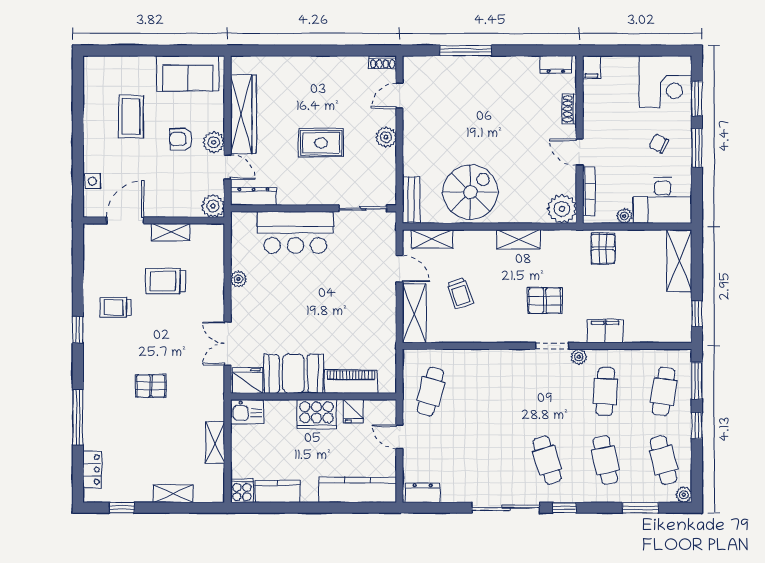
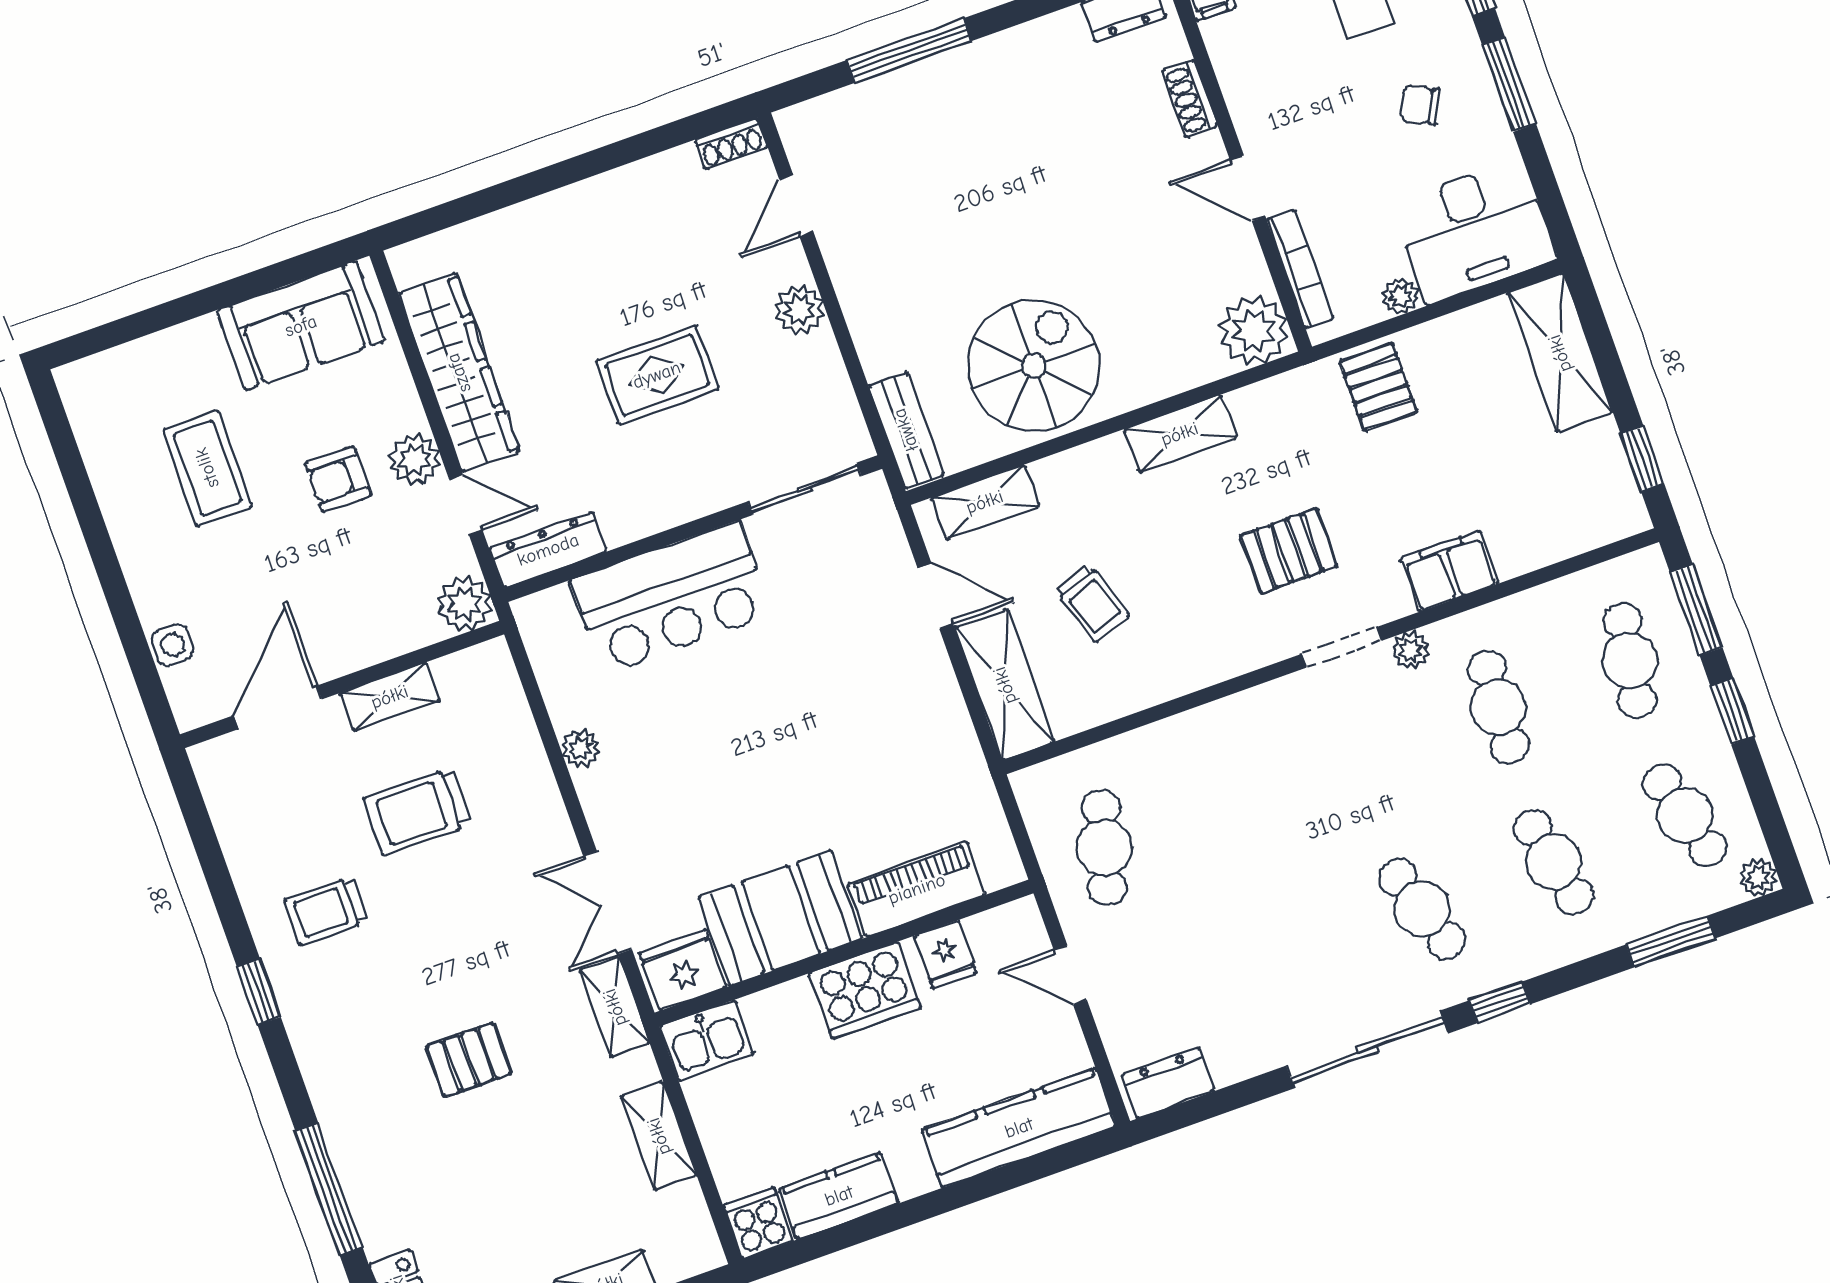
shelving: (216, 385) -> (615, 1007), added

